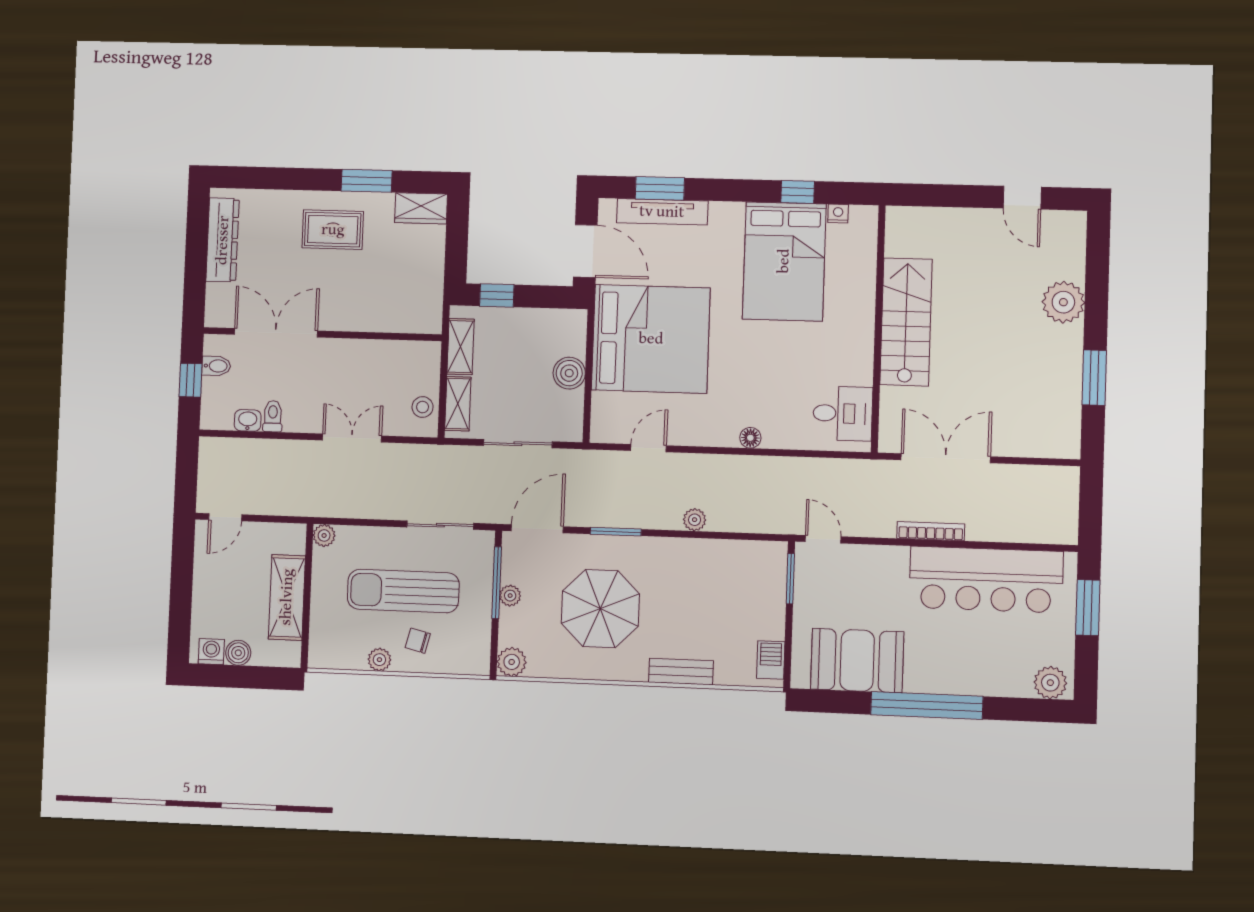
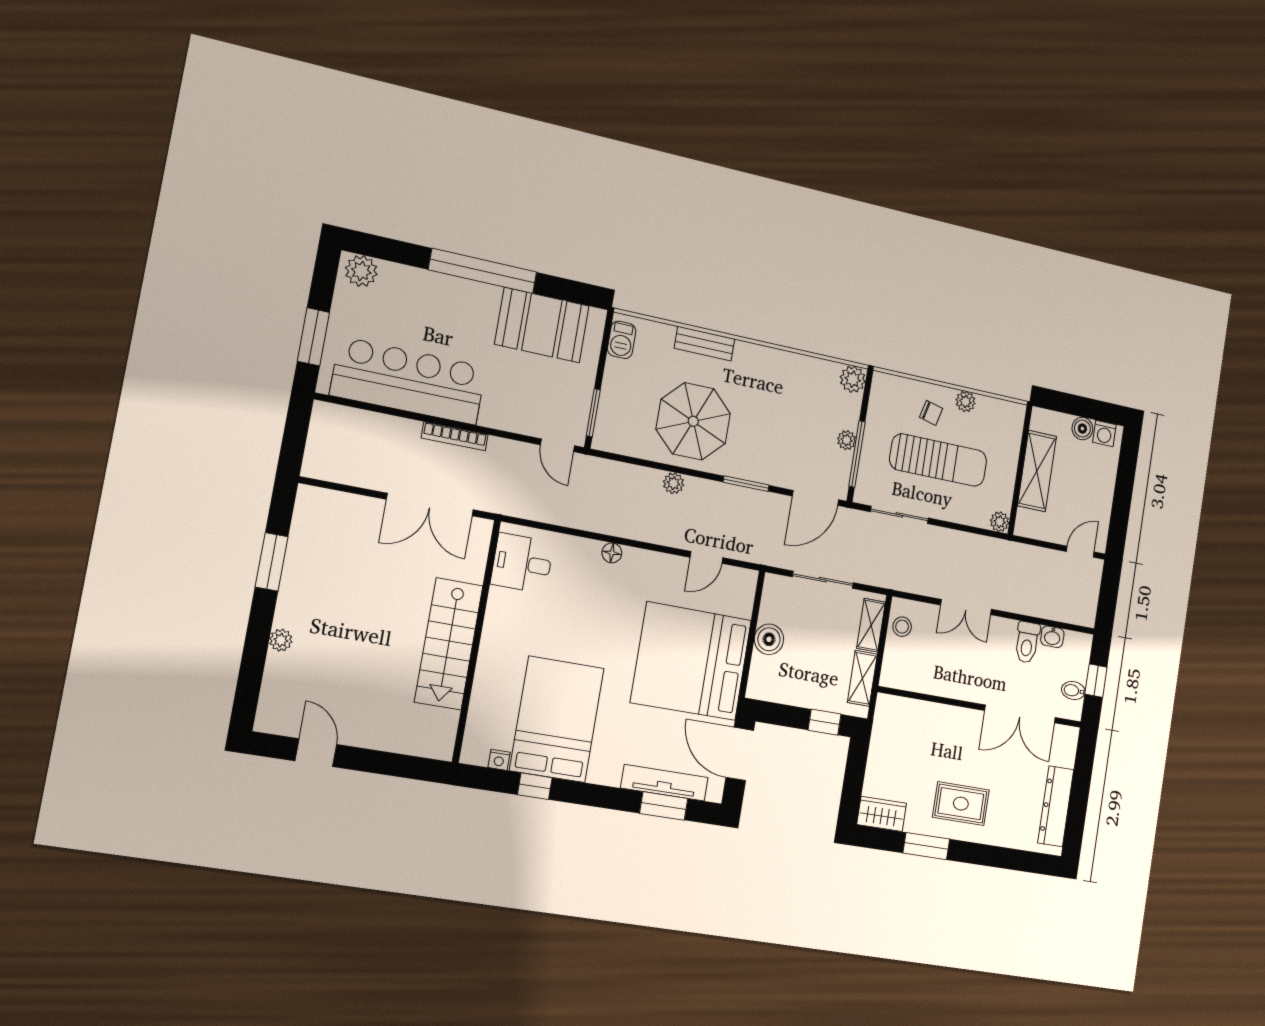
plant: (1063, 302) -> (281, 640), width x0.53, depth x0.53
toilet: (273, 416) -> (1027, 642), width x1.37, depth x1.39
parasol: (600, 609) -> (693, 421), moved

